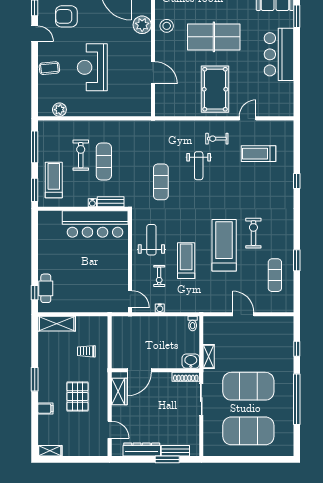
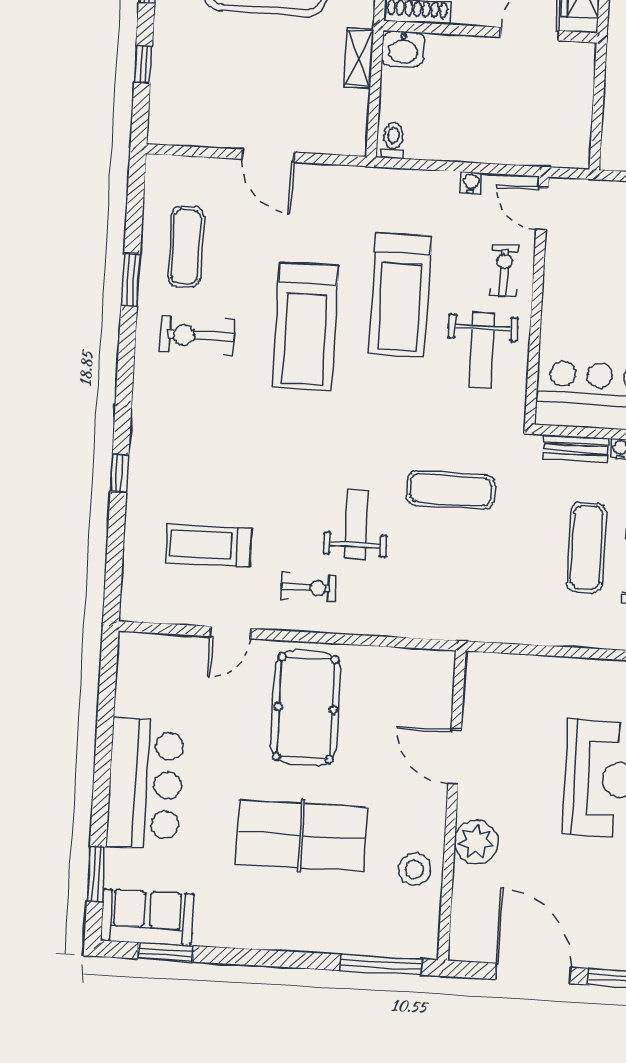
plant: (142, 25) -> (476, 842), moved
treadmill: (258, 154) -> (209, 545), turned 180
exercise mat: (161, 182) -> (451, 490), turned 90
exercise bike: (253, 233) -> (197, 336), moved, turned 90
treadmill: (186, 261) -> (400, 295), width x1.37, depth x1.38
exercise bike: (159, 276) -> (504, 271), moved

